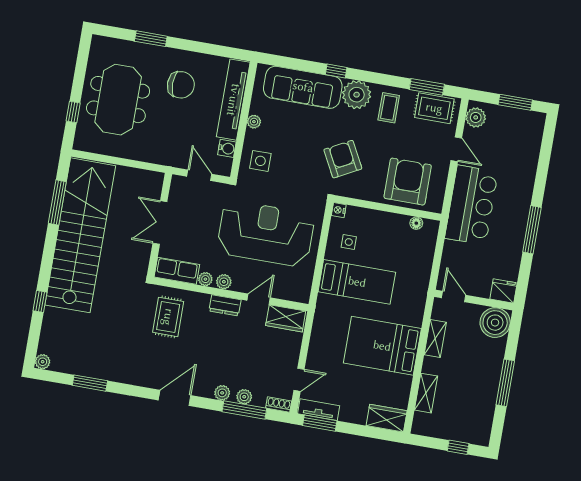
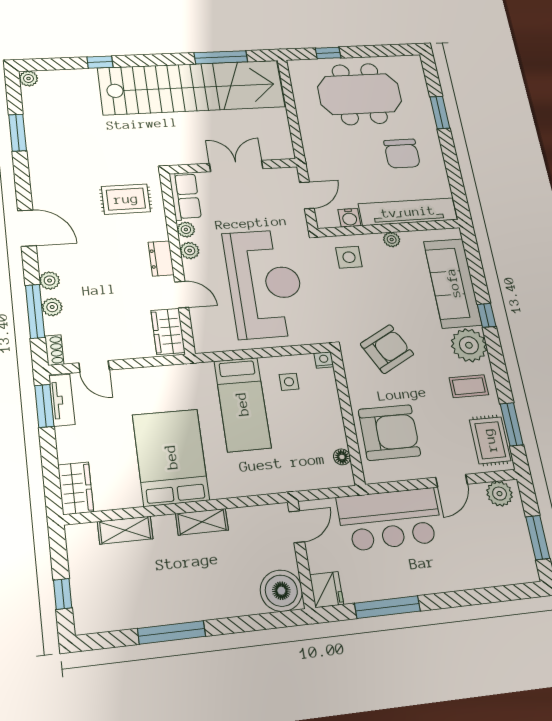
fridge: (503, 291) -> (327, 590), moved
door: (454, 296) -> (297, 527), moved
wall: (474, 300) -> (301, 554), moved
boiler: (495, 323) -> (281, 591), moved

